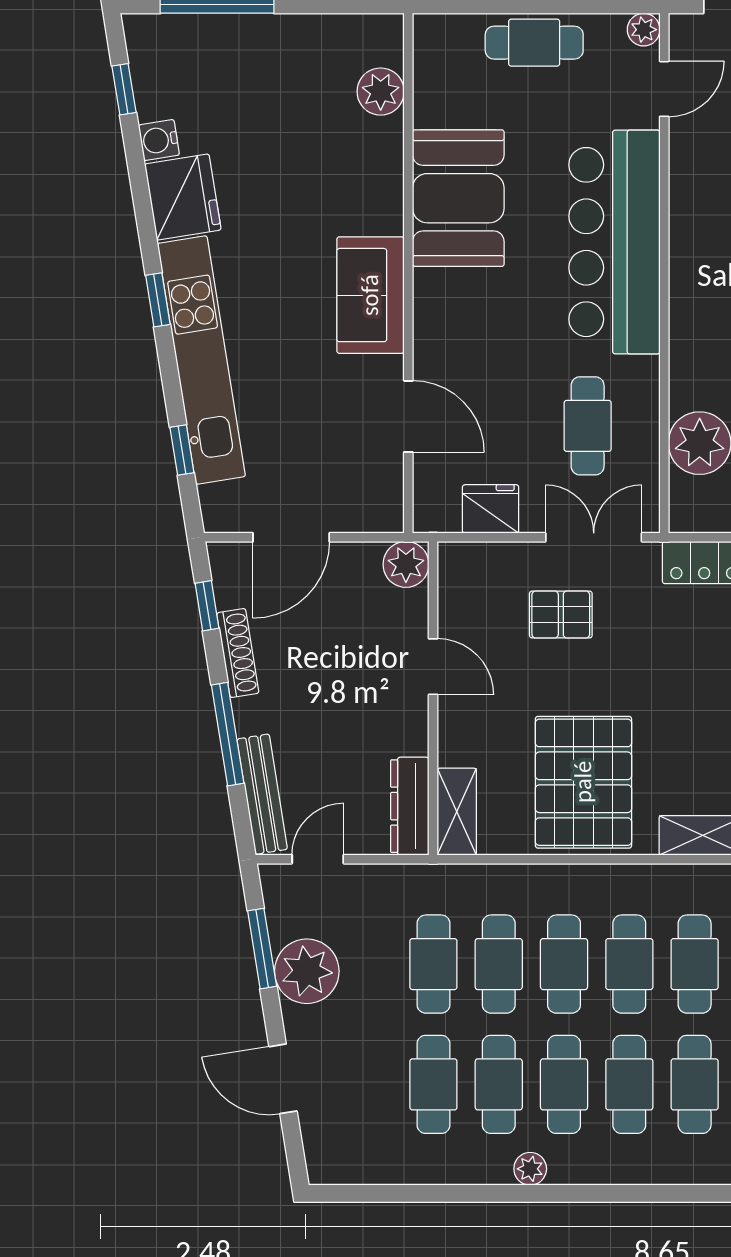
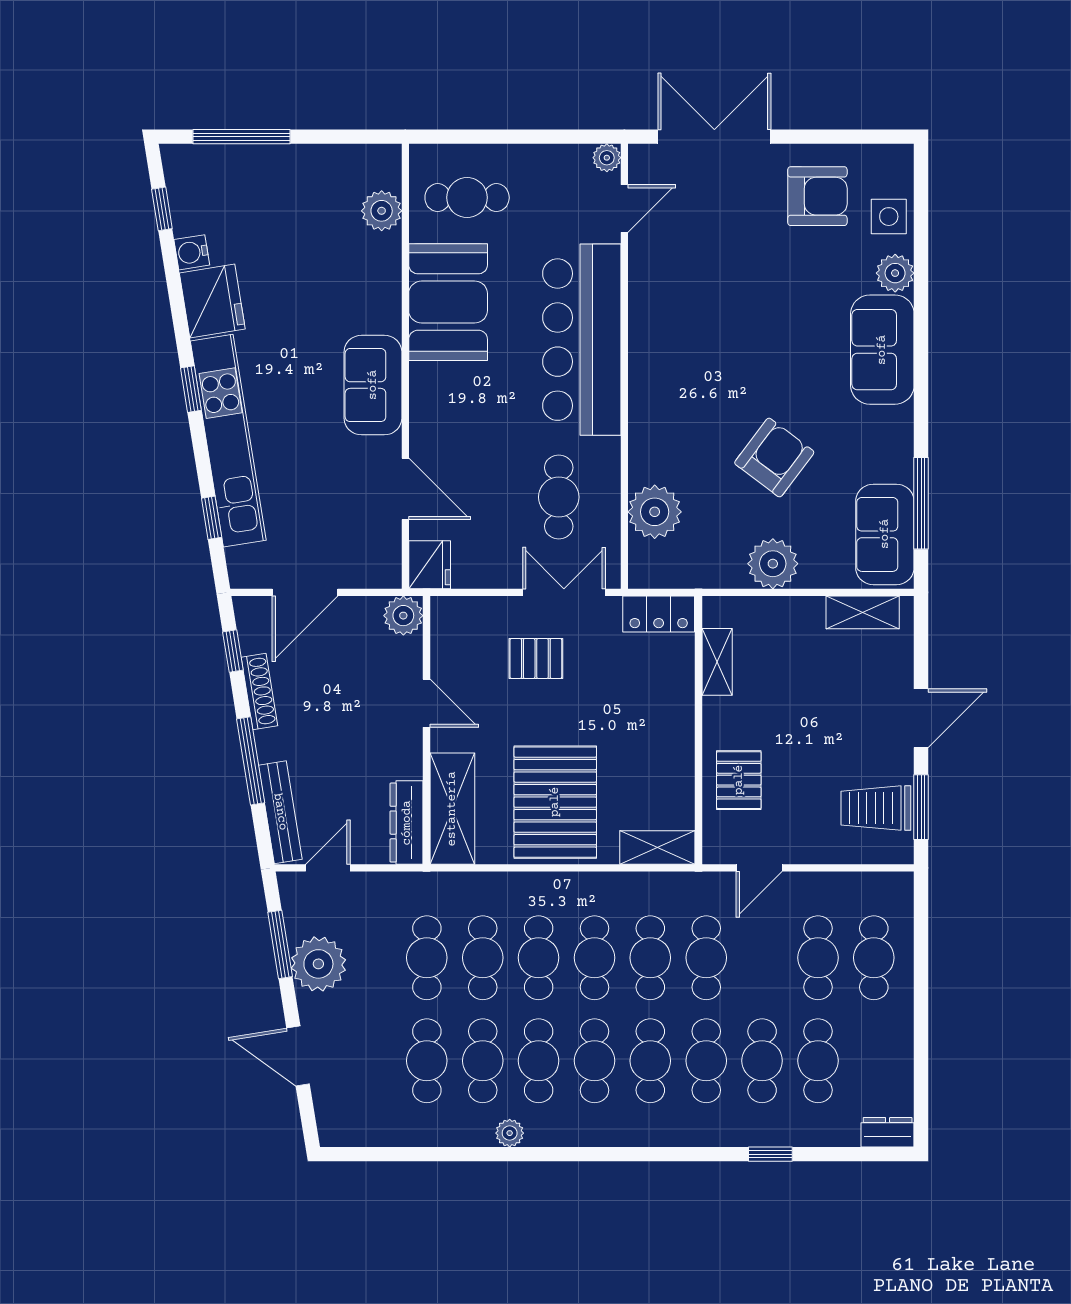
cafe table: (534, 43) -> (467, 198), moved
fridge: (491, 509) -> (430, 565), moved, turned 90
shelving: (457, 812) -> (452, 809), width x1.50, depth x1.33

